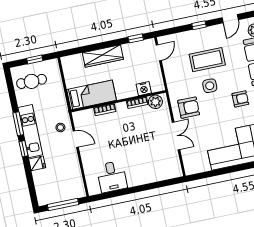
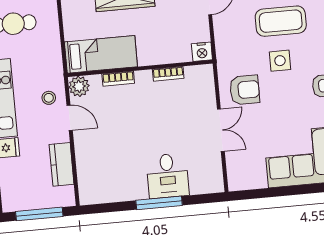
nightstand: (144, 89) -> (202, 52), moved
plant: (155, 102) -> (79, 86), moved
kitchen counter: (74, 170) -> (62, 164), added
desk: (112, 177) -> (168, 176), moved
window: (141, 188) -> (159, 203), added

